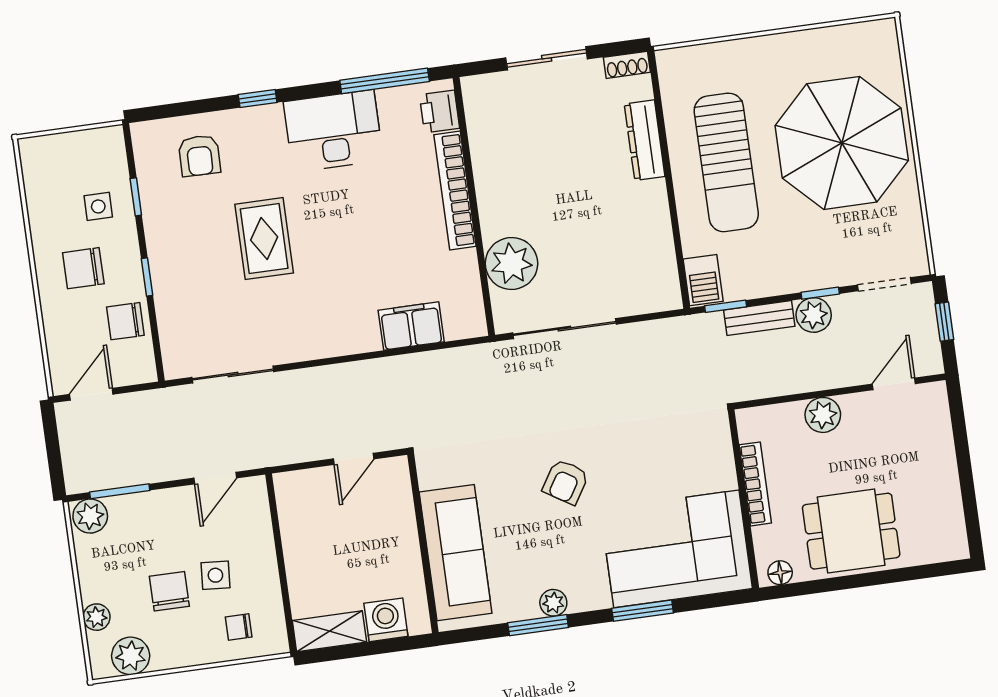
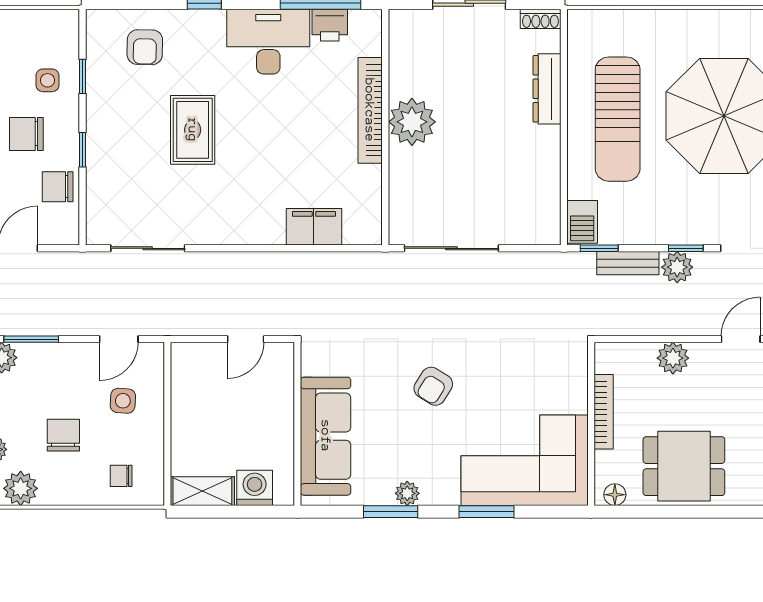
printer: (439, 111) -> (330, 25), moved, turned -90
plant: (512, 263) -> (412, 122), moved
side table: (215, 575) -> (123, 401), moved

